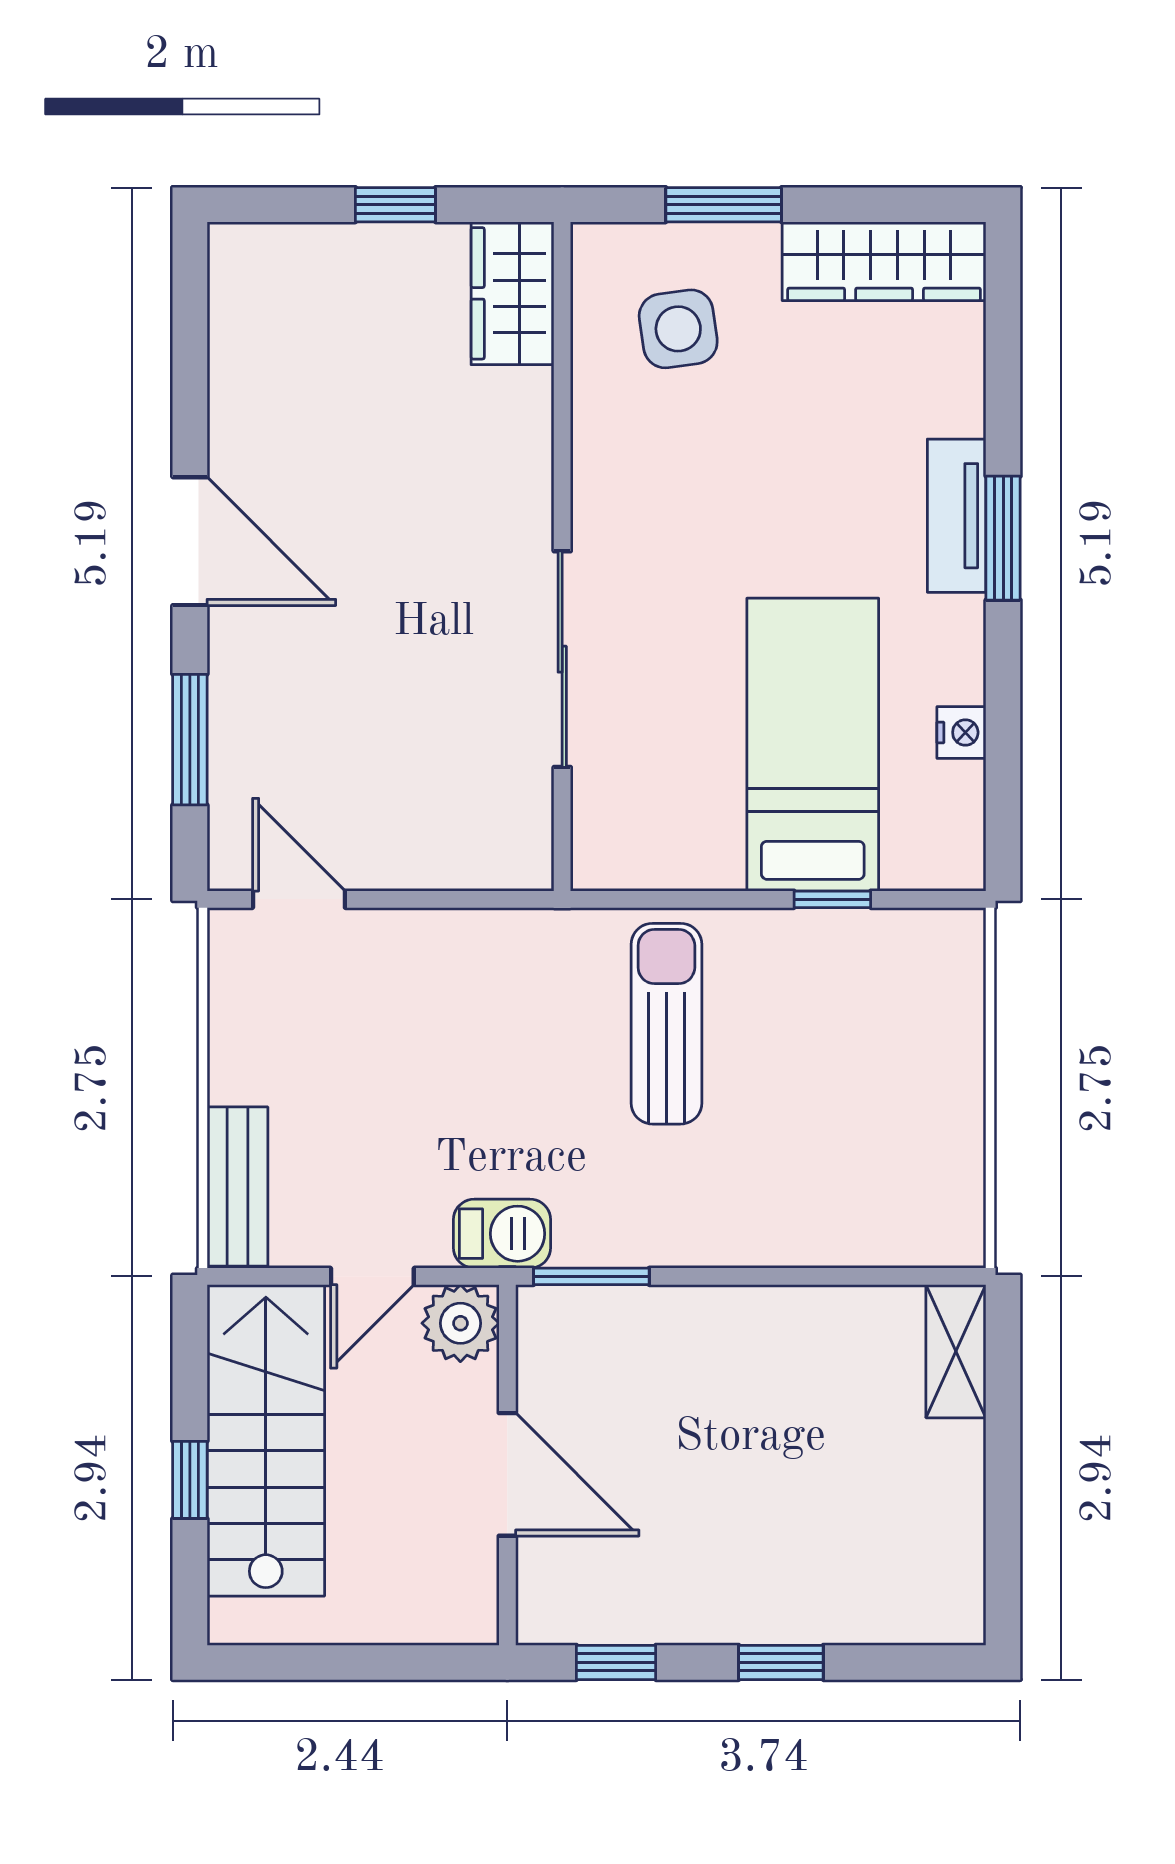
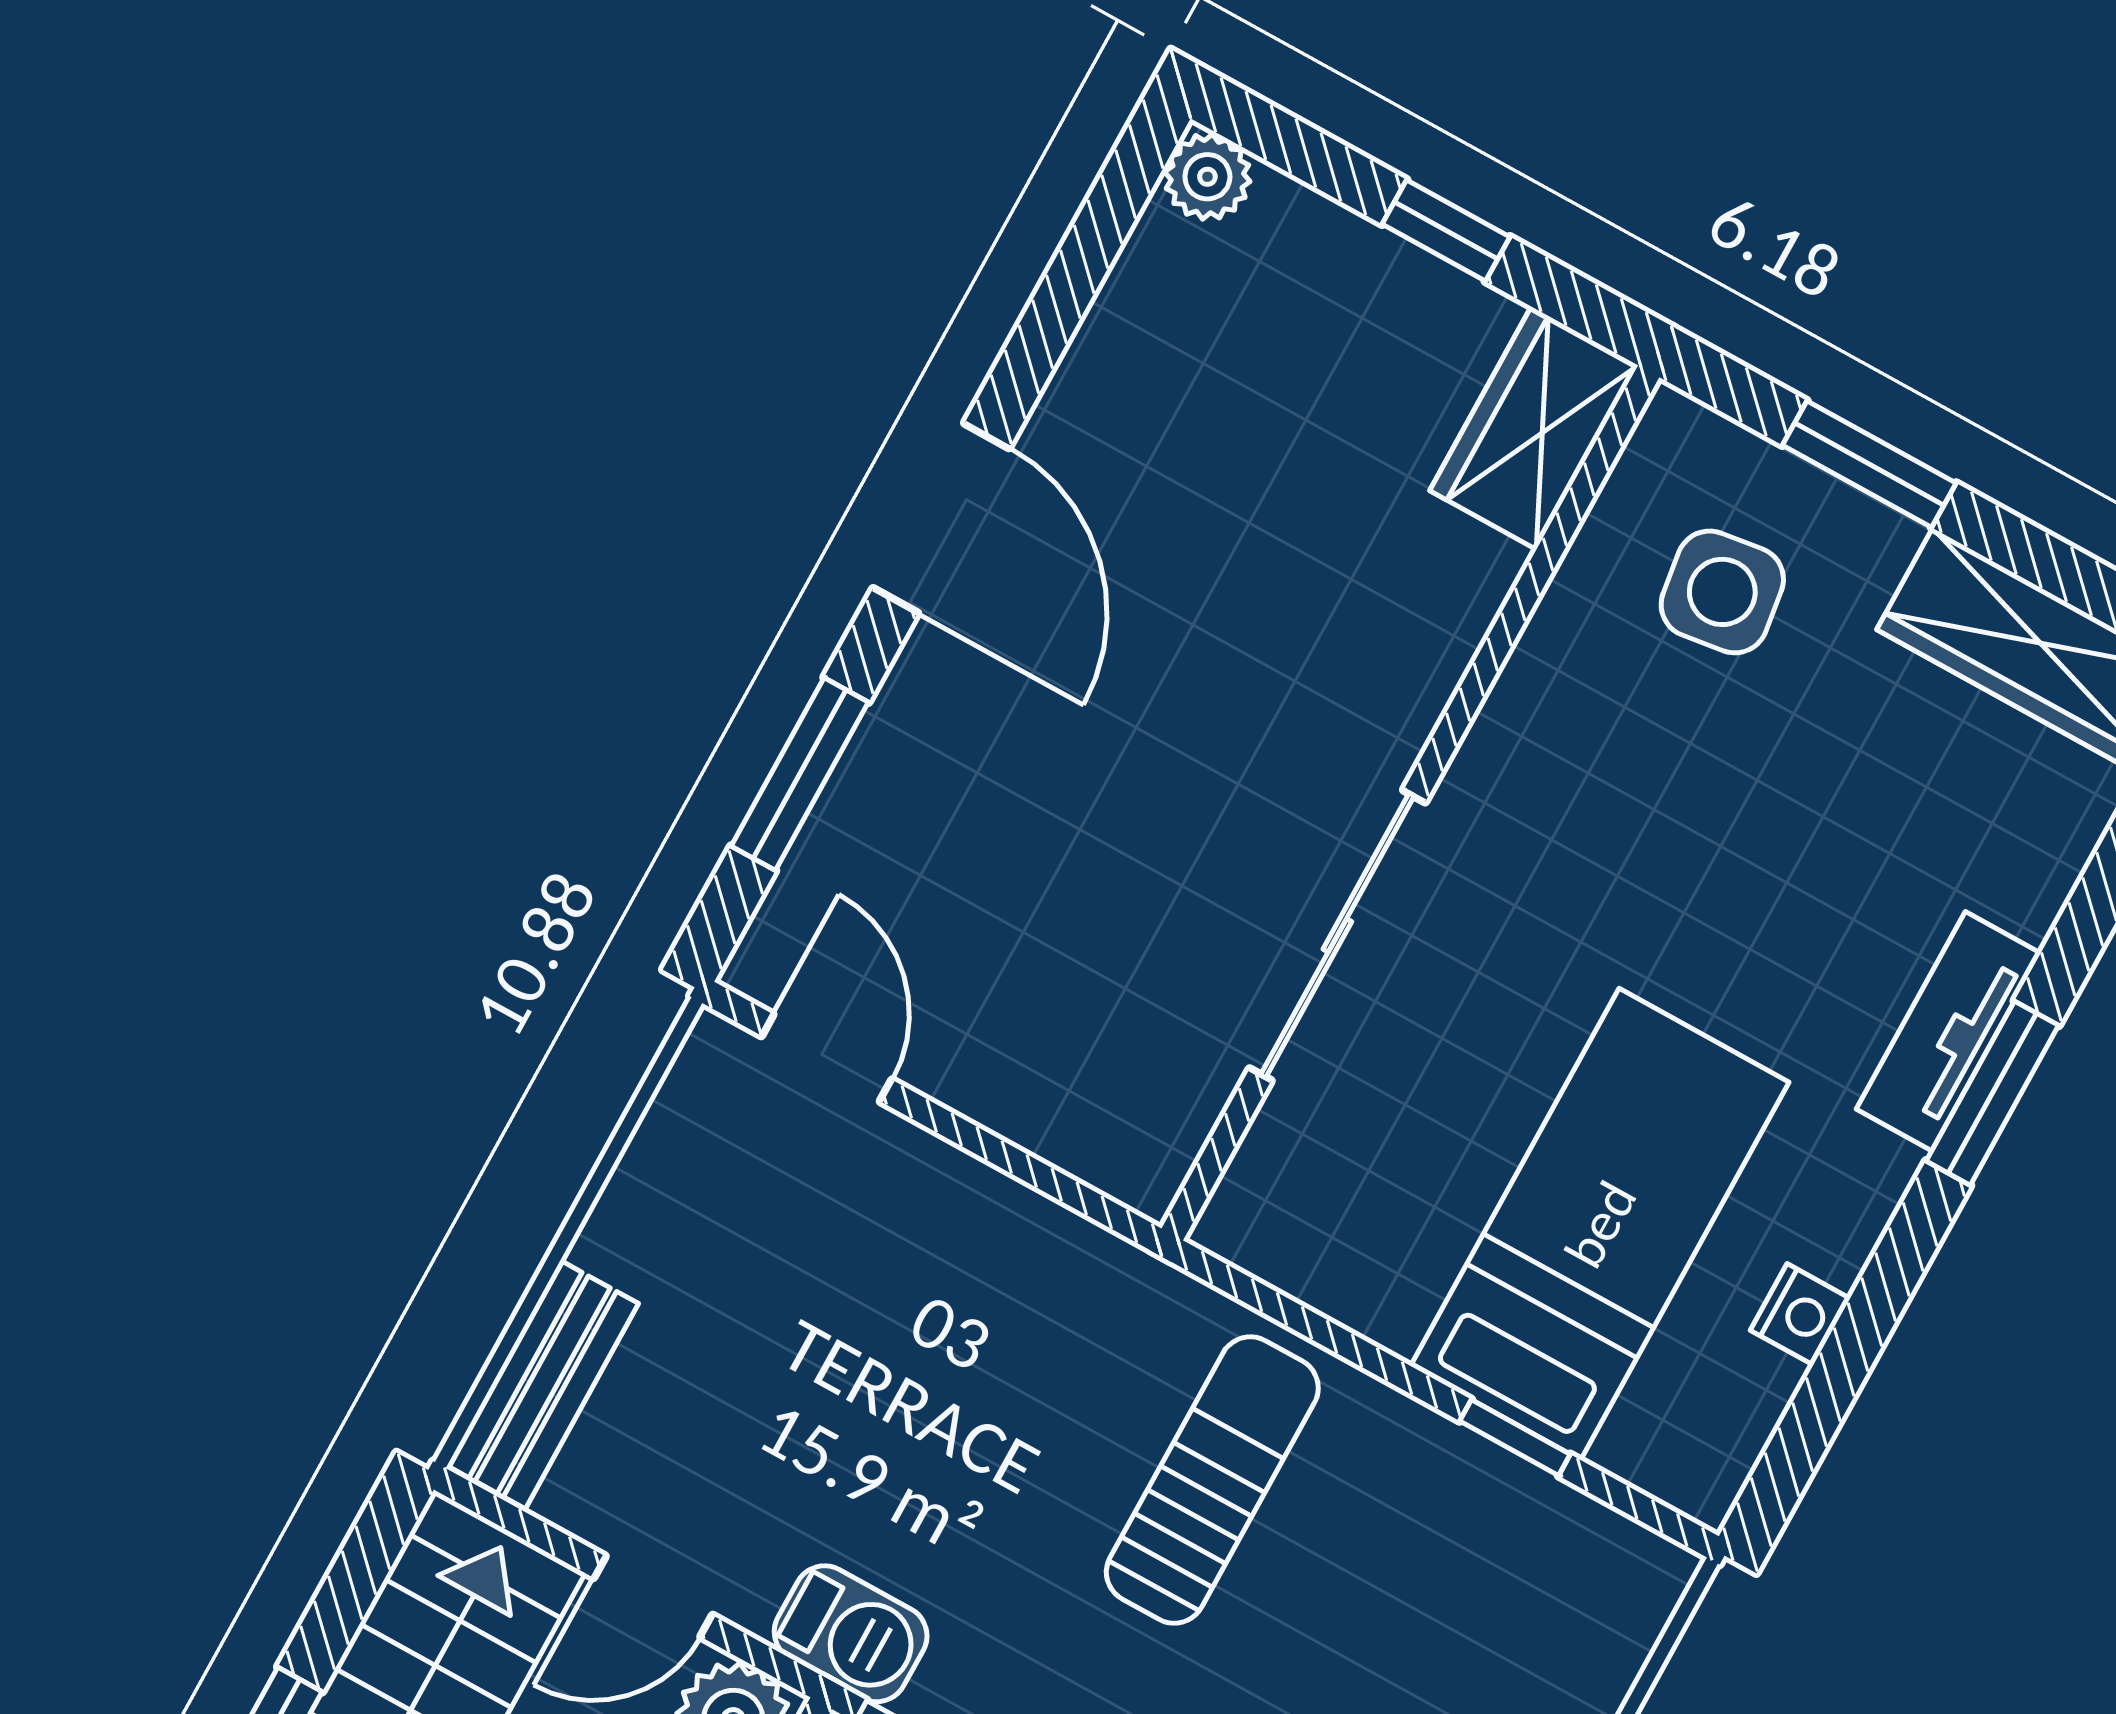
plant: (236, 251) -> (1207, 177), added

